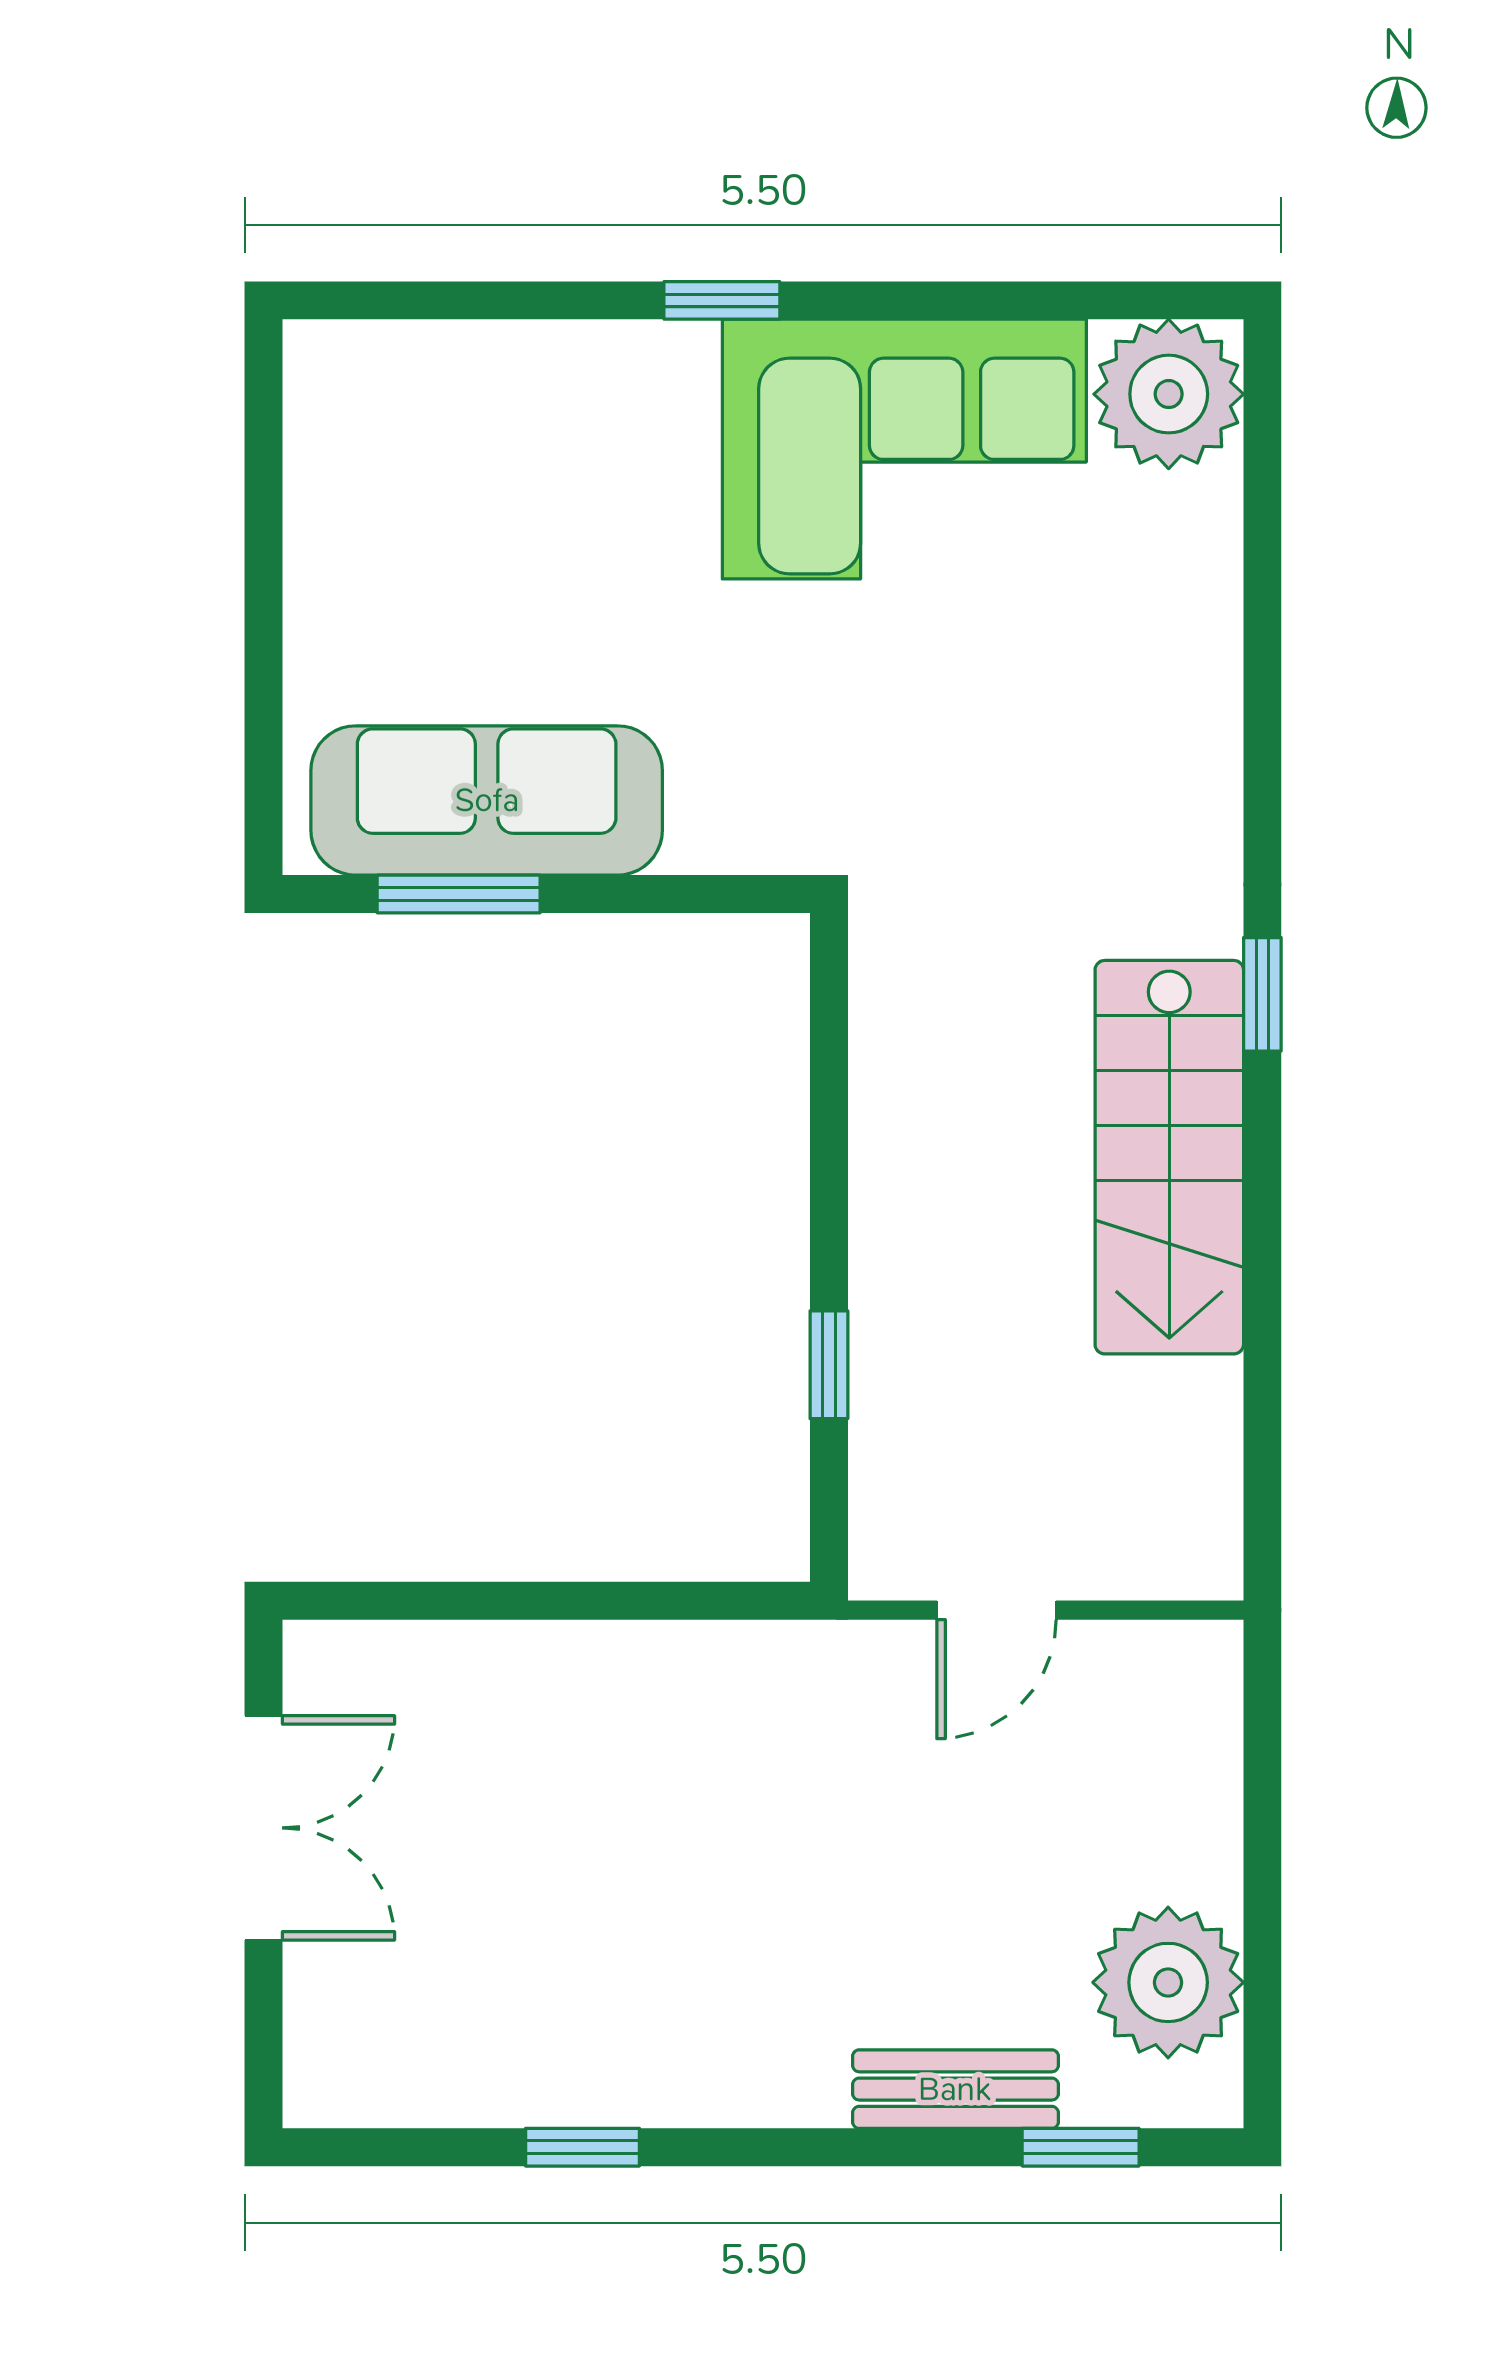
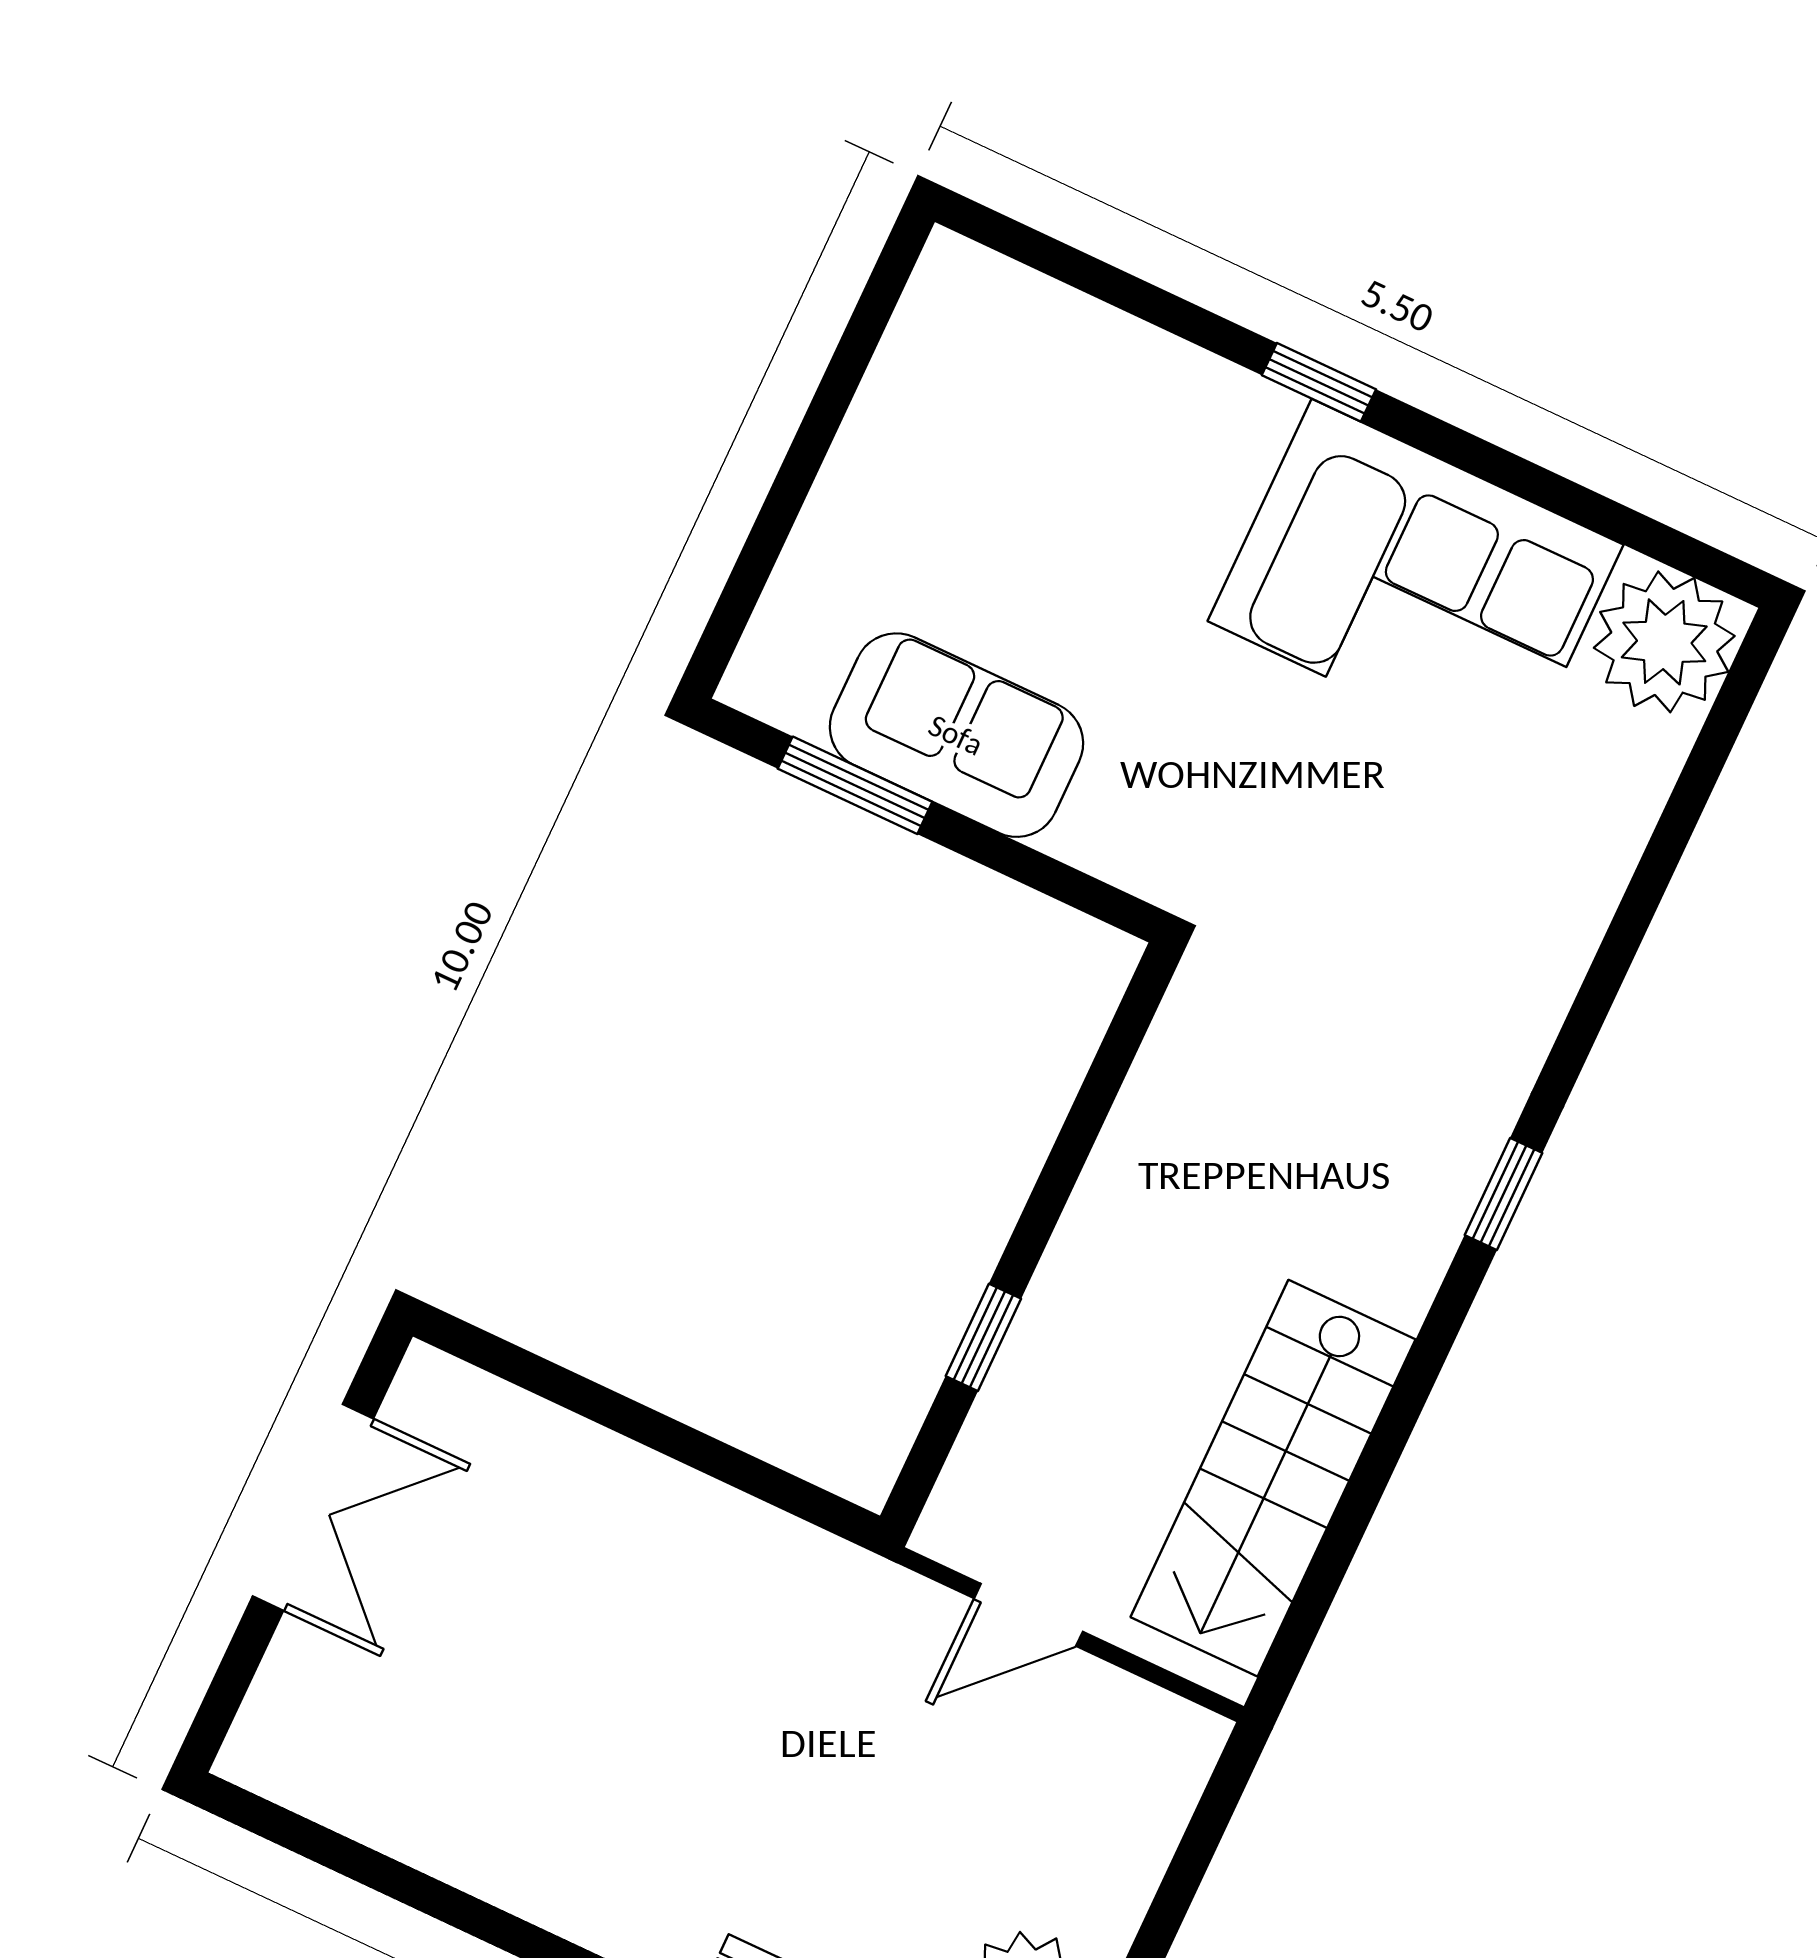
sofa: (487, 800) -> (956, 735), width x0.73
stairs: (1169, 1157) -> (1273, 1478), moved
window: (583, 2147) -> (458, 1909), removed

